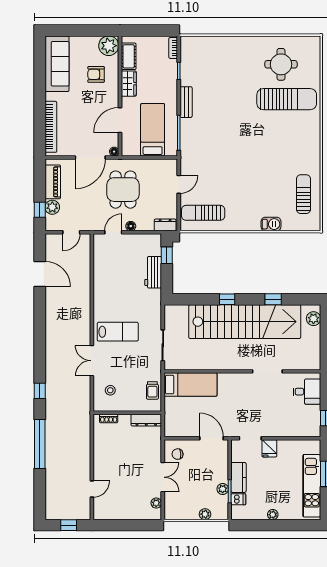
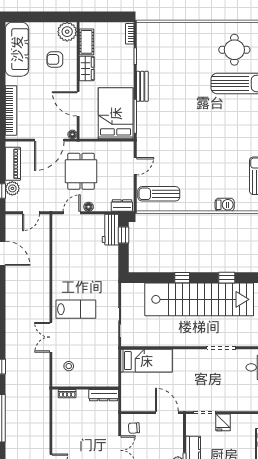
door: (120, 120) -> (78, 104), hinge flipped
bed: (153, 130) -> (116, 113), width x1.50
workbench: (153, 272) -> (110, 230), moved
trolley: (152, 390) -> (110, 366), removed

